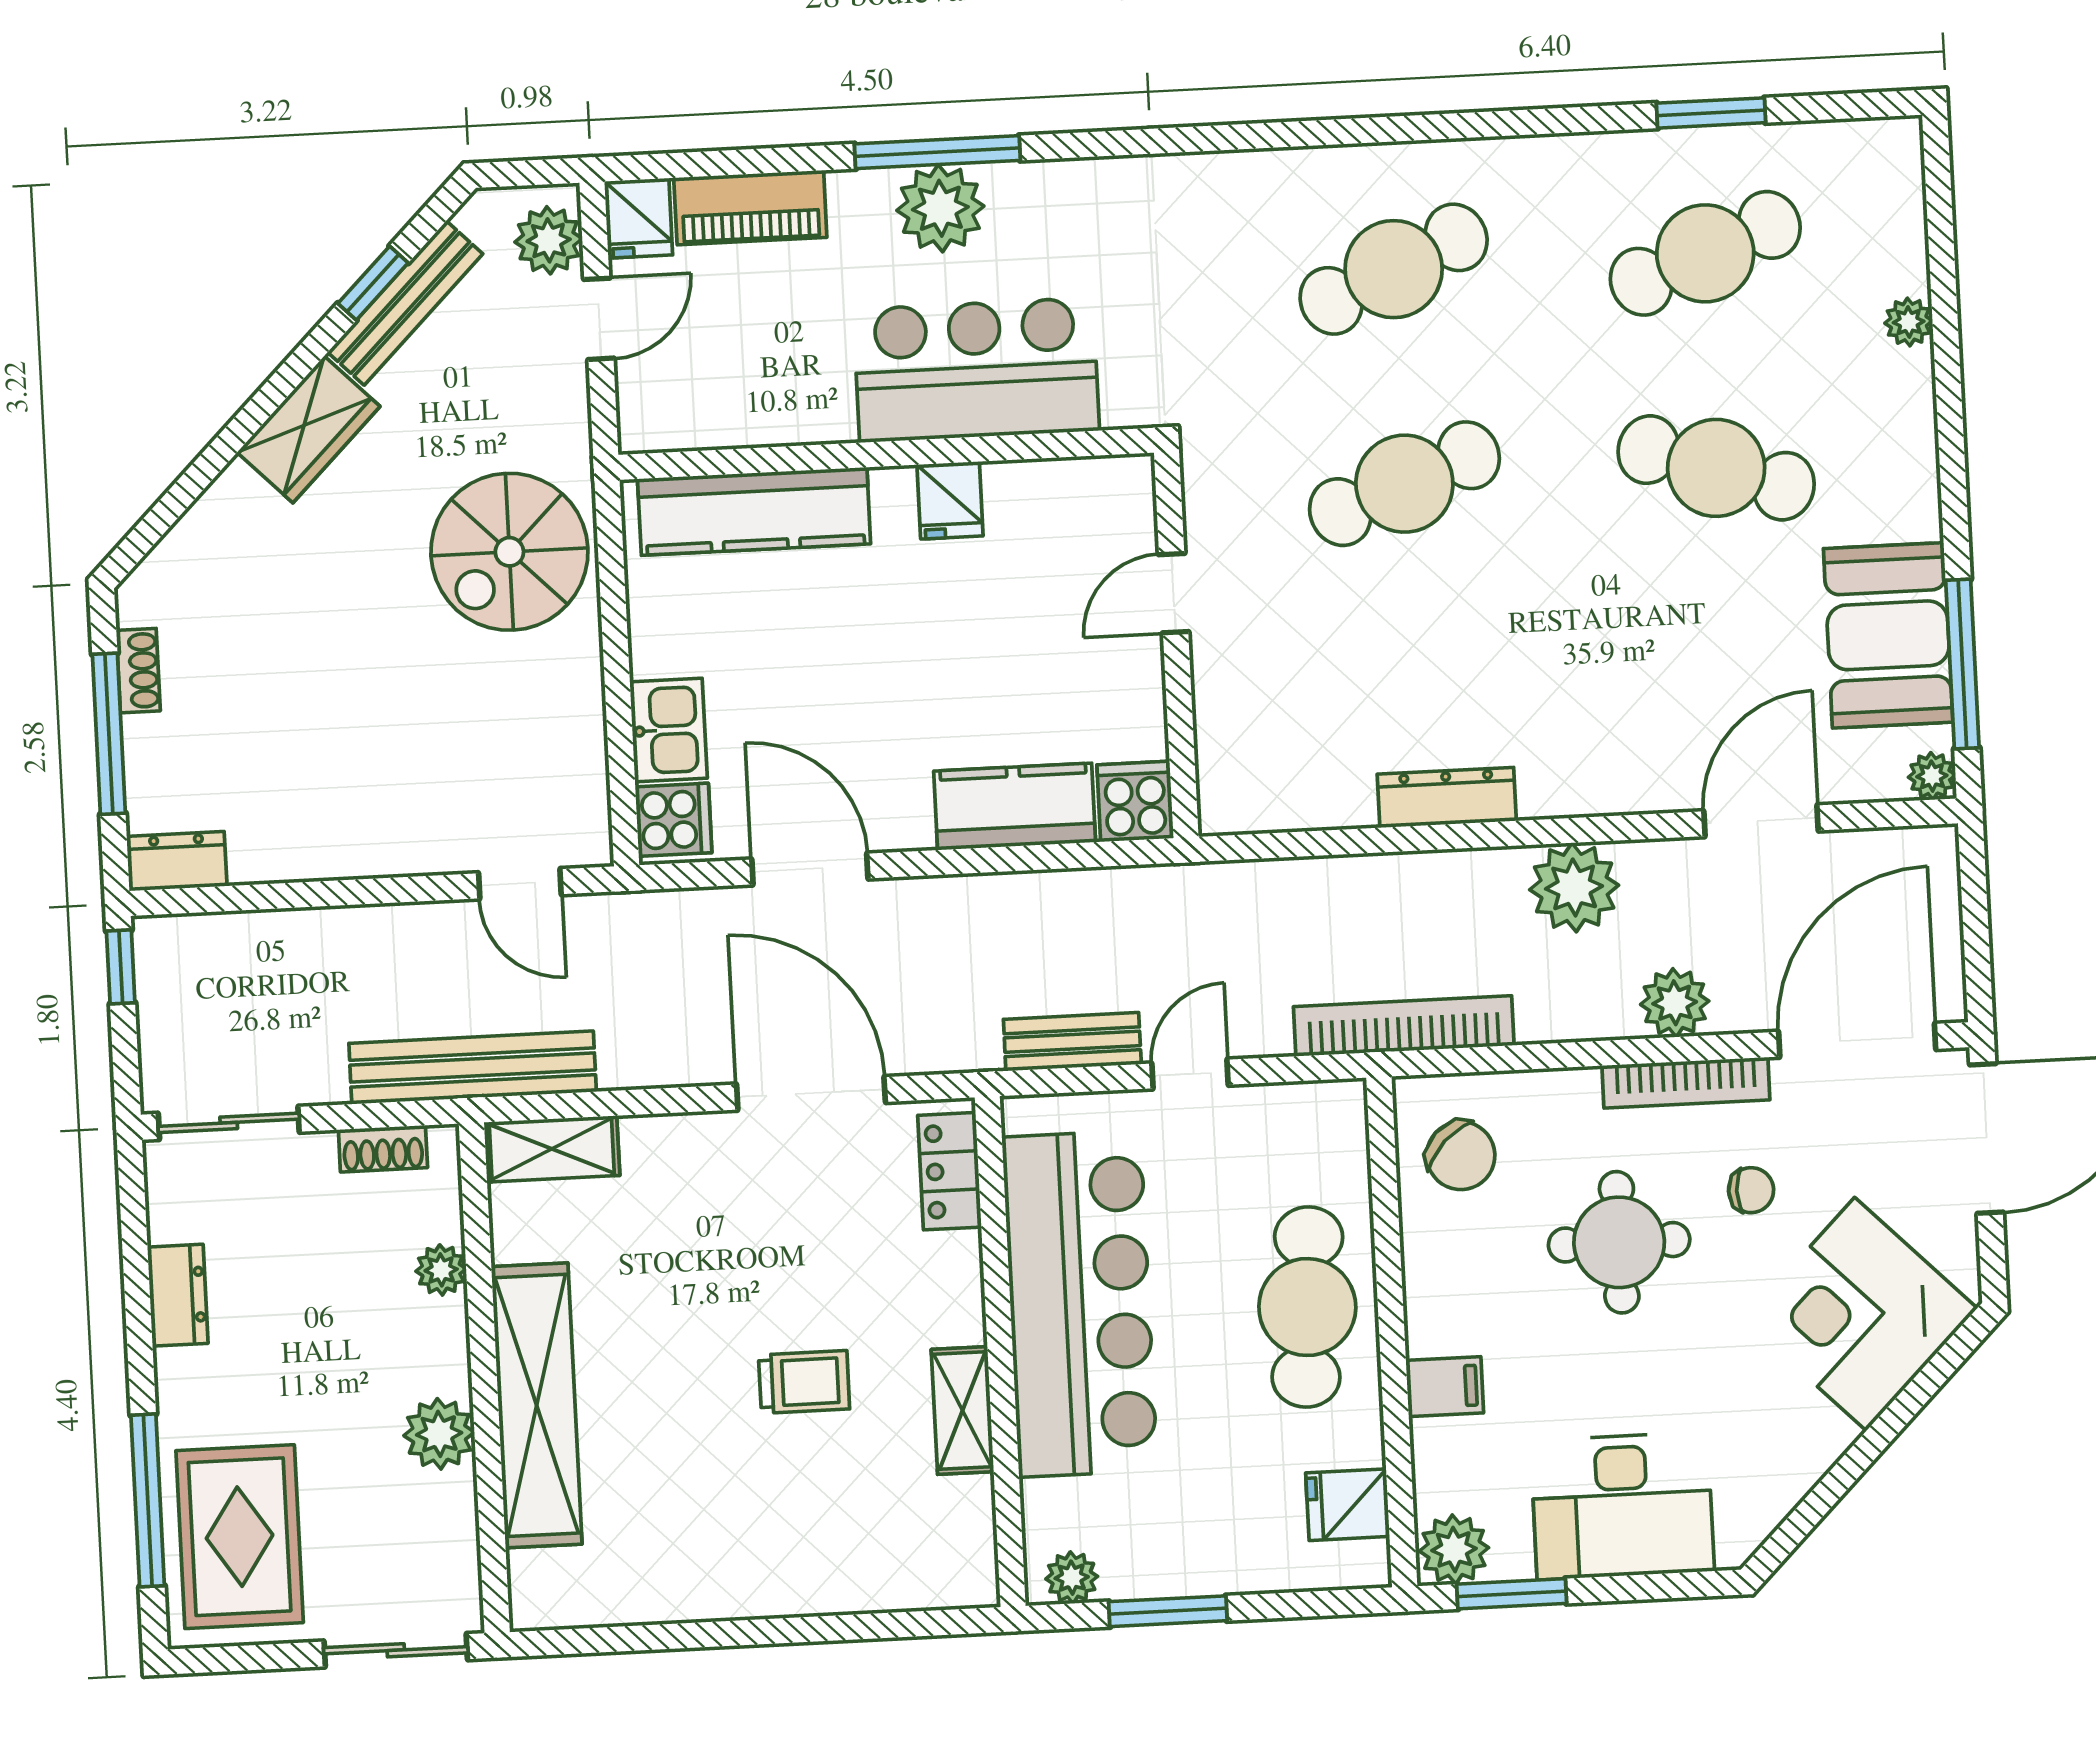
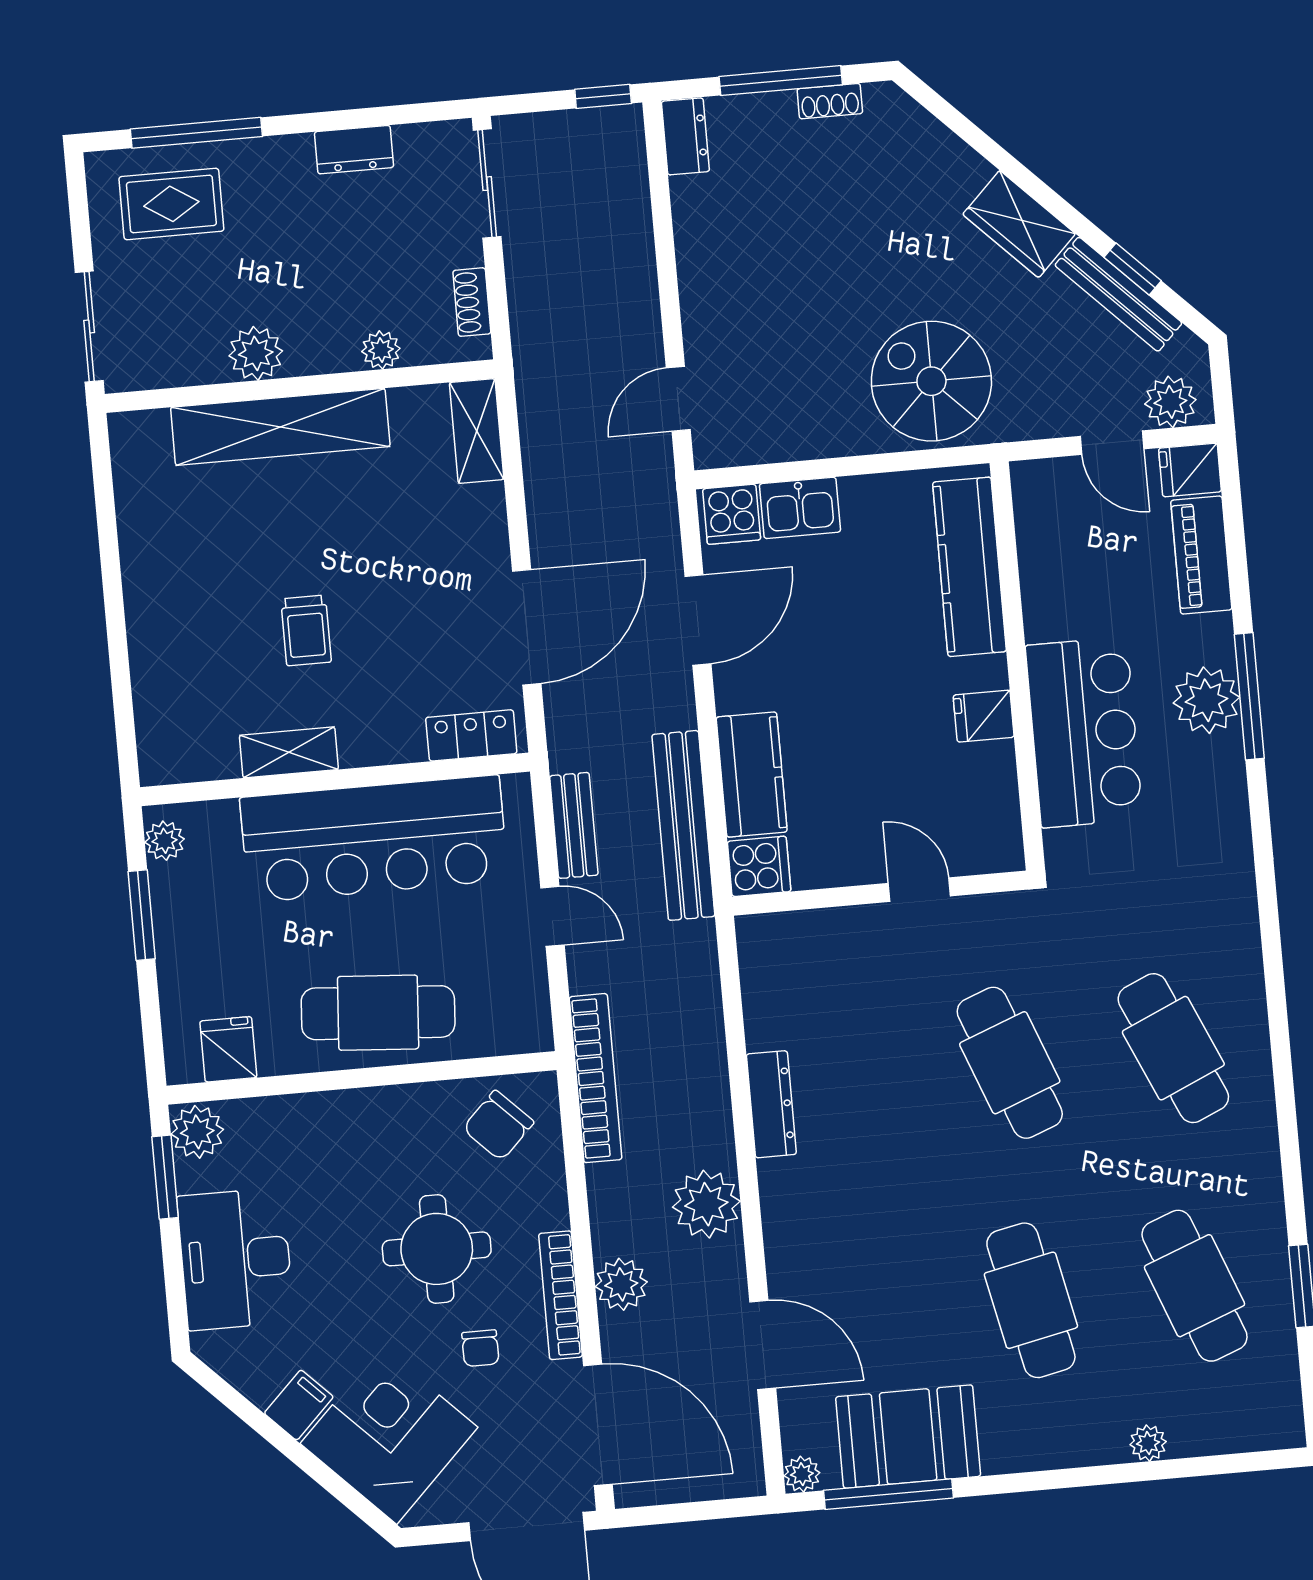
cafe table: (1716, 468) -> (1031, 1300), turned -30
bench: (473, 1067) -> (683, 825), moved
filing cabinet: (1445, 1387) -> (299, 1405), moved, turned -135
rug: (240, 1537) -> (171, 204), width x0.73, depth x0.70

